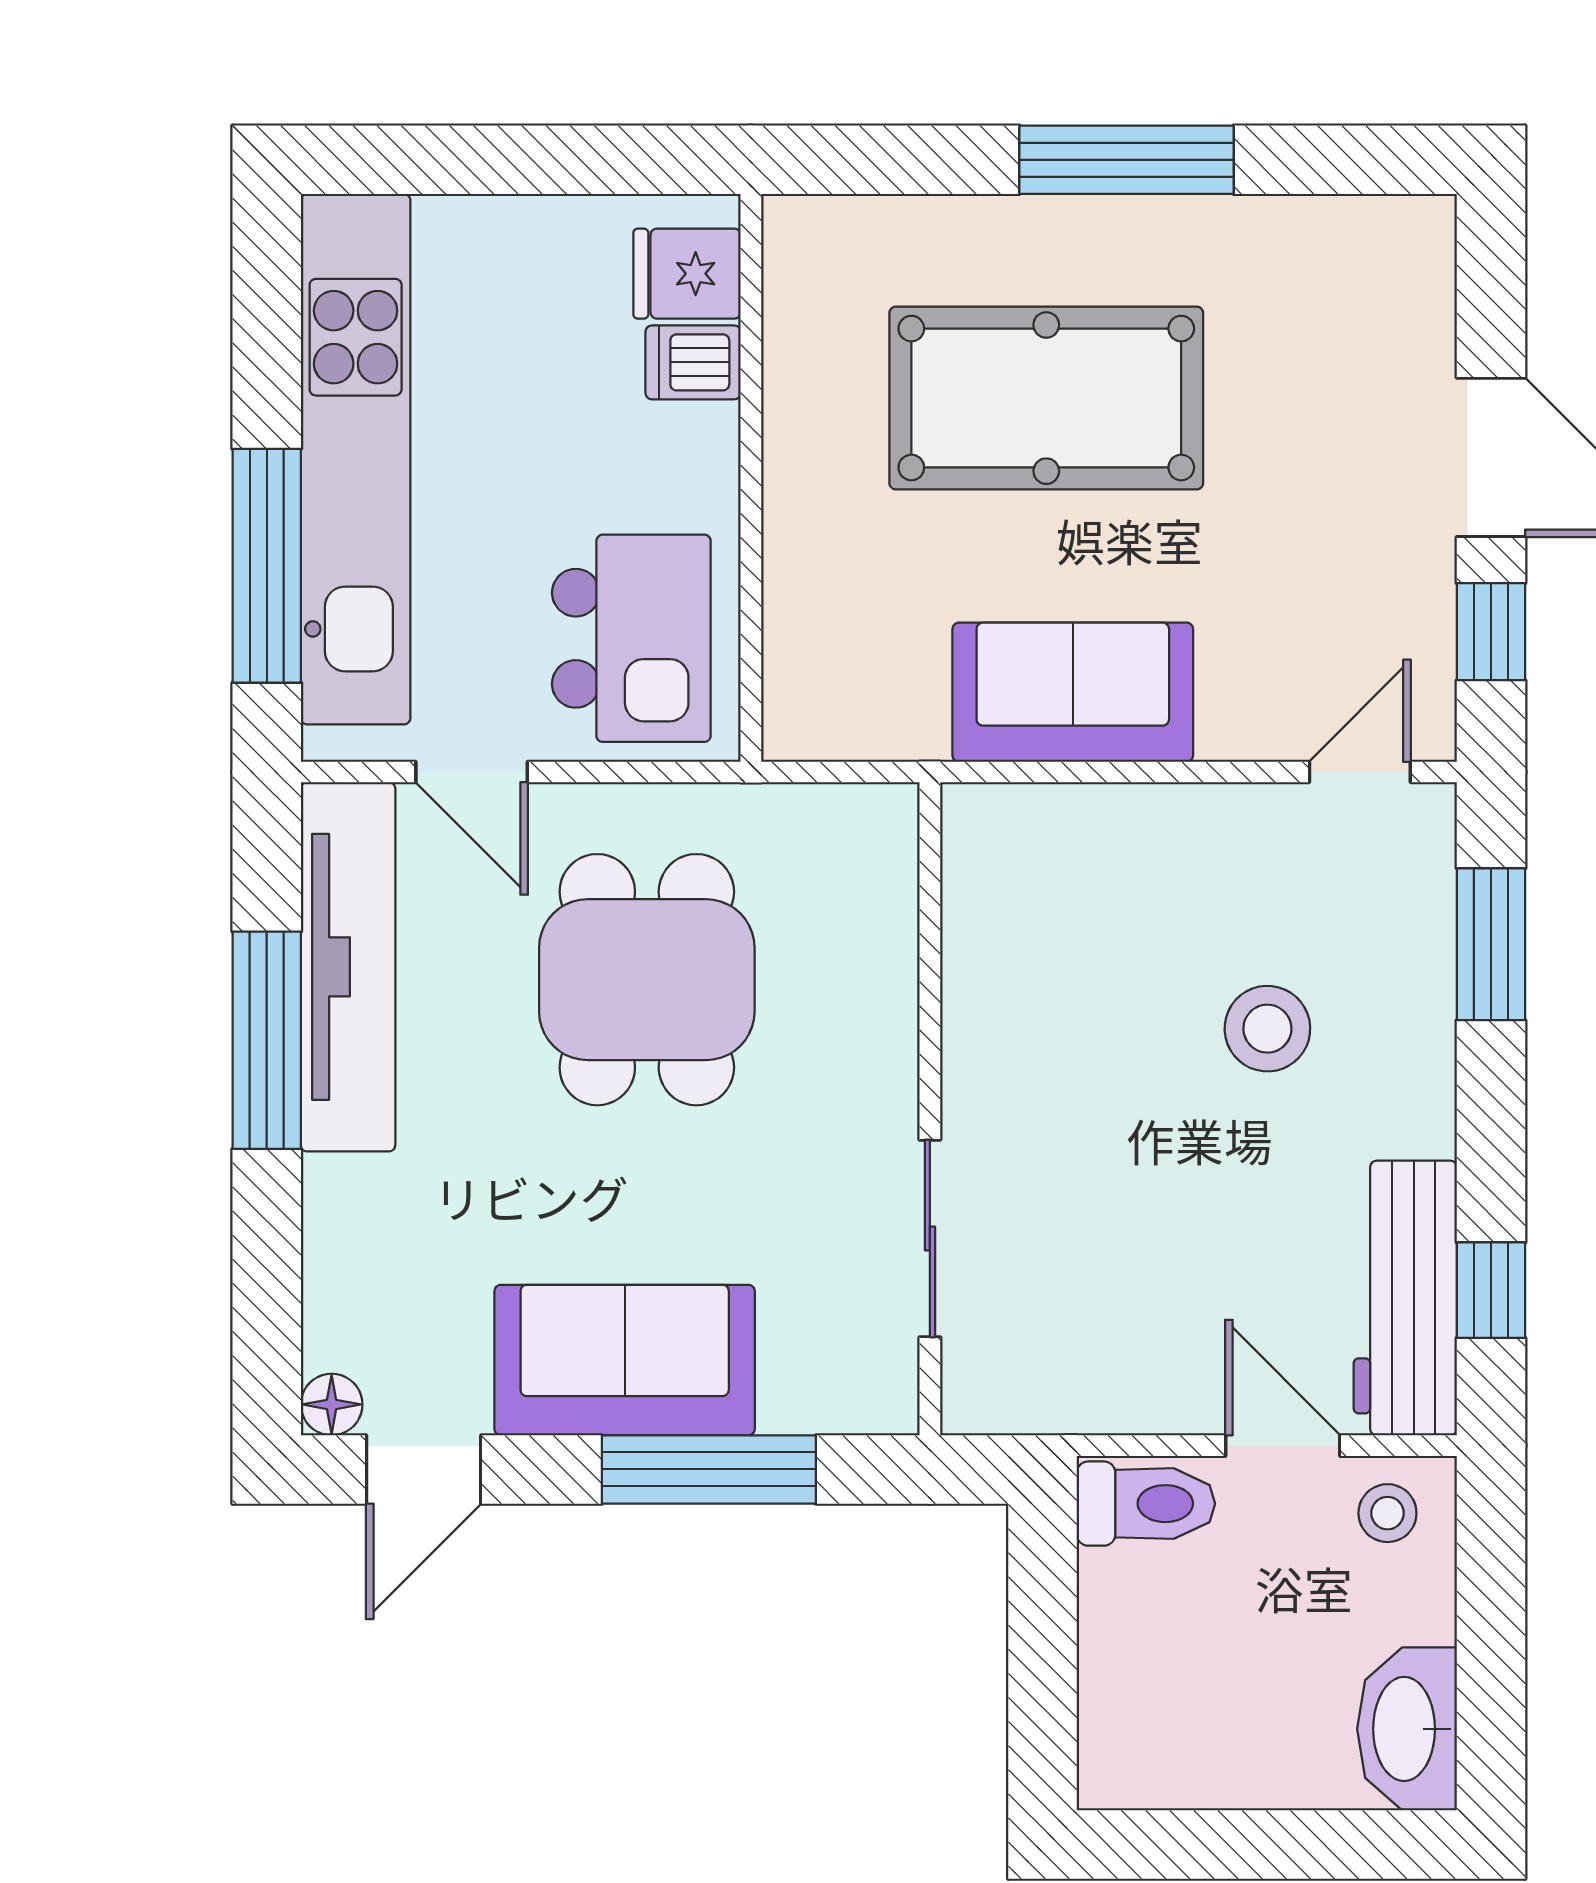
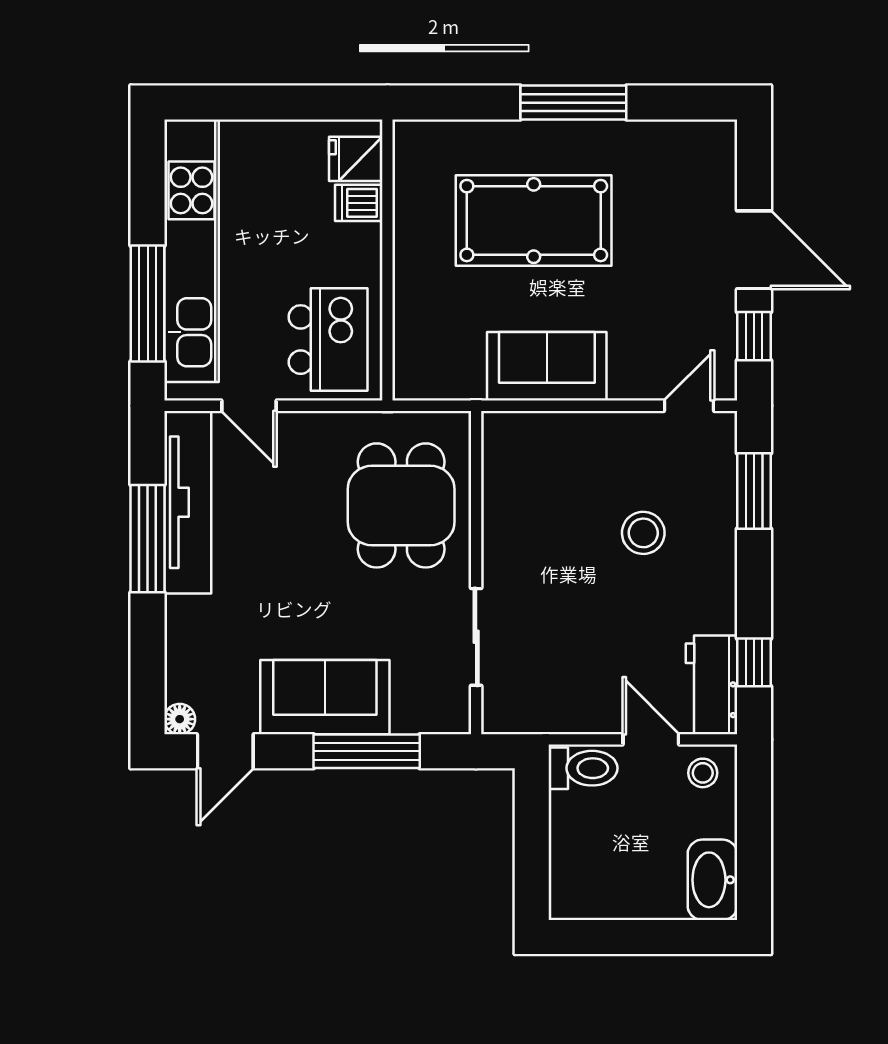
dining table: (647, 980) -> (401, 505), moved
workbench: (1405, 1298) -> (712, 685), width x0.73

